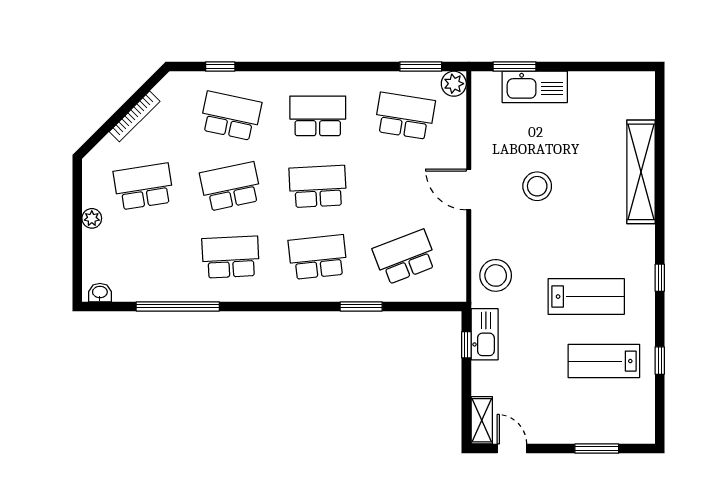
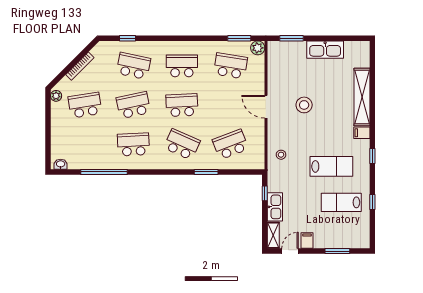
kitchen sink: (535, 87) -> (325, 50), moved
plant: (92, 218) -> (56, 96), moved
filing cabinet: (641, 236) -> (362, 133), added
school desk: (318, 257) -> (182, 144), turned 30
stool: (496, 275) -> (281, 155), width x0.53, depth x0.53
kitchen sink: (485, 334) -> (275, 207), moved
filing cabinet: (542, 430) -> (307, 241), added
door: (512, 449) -> (290, 251), hinge flipped

